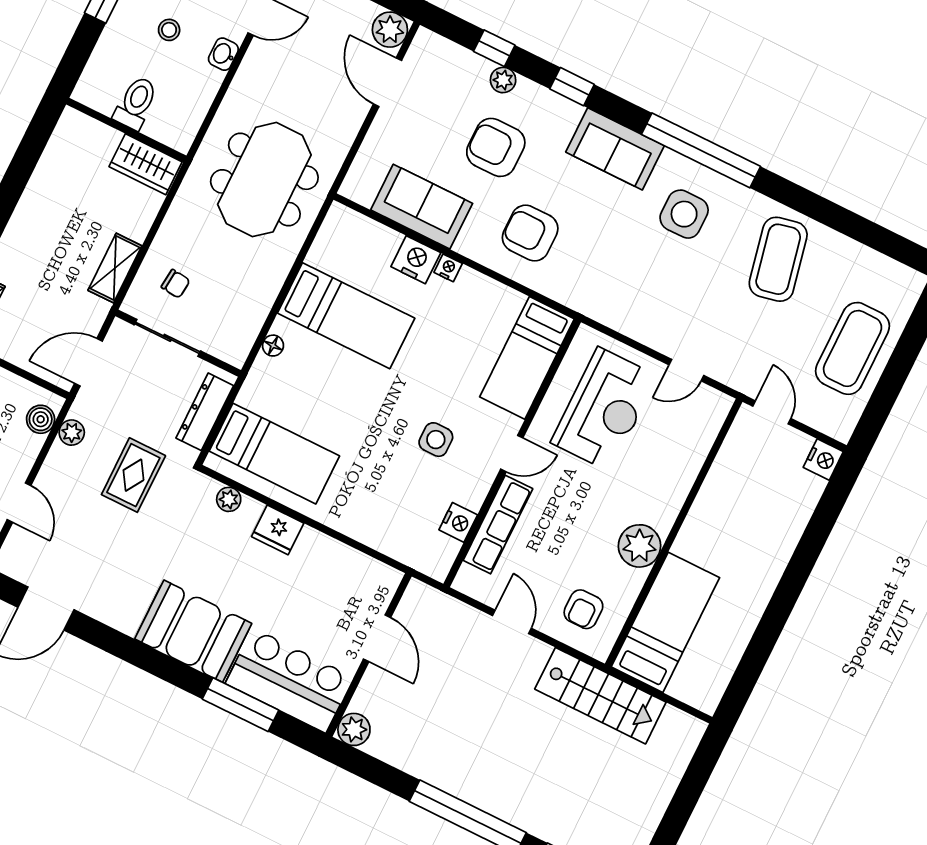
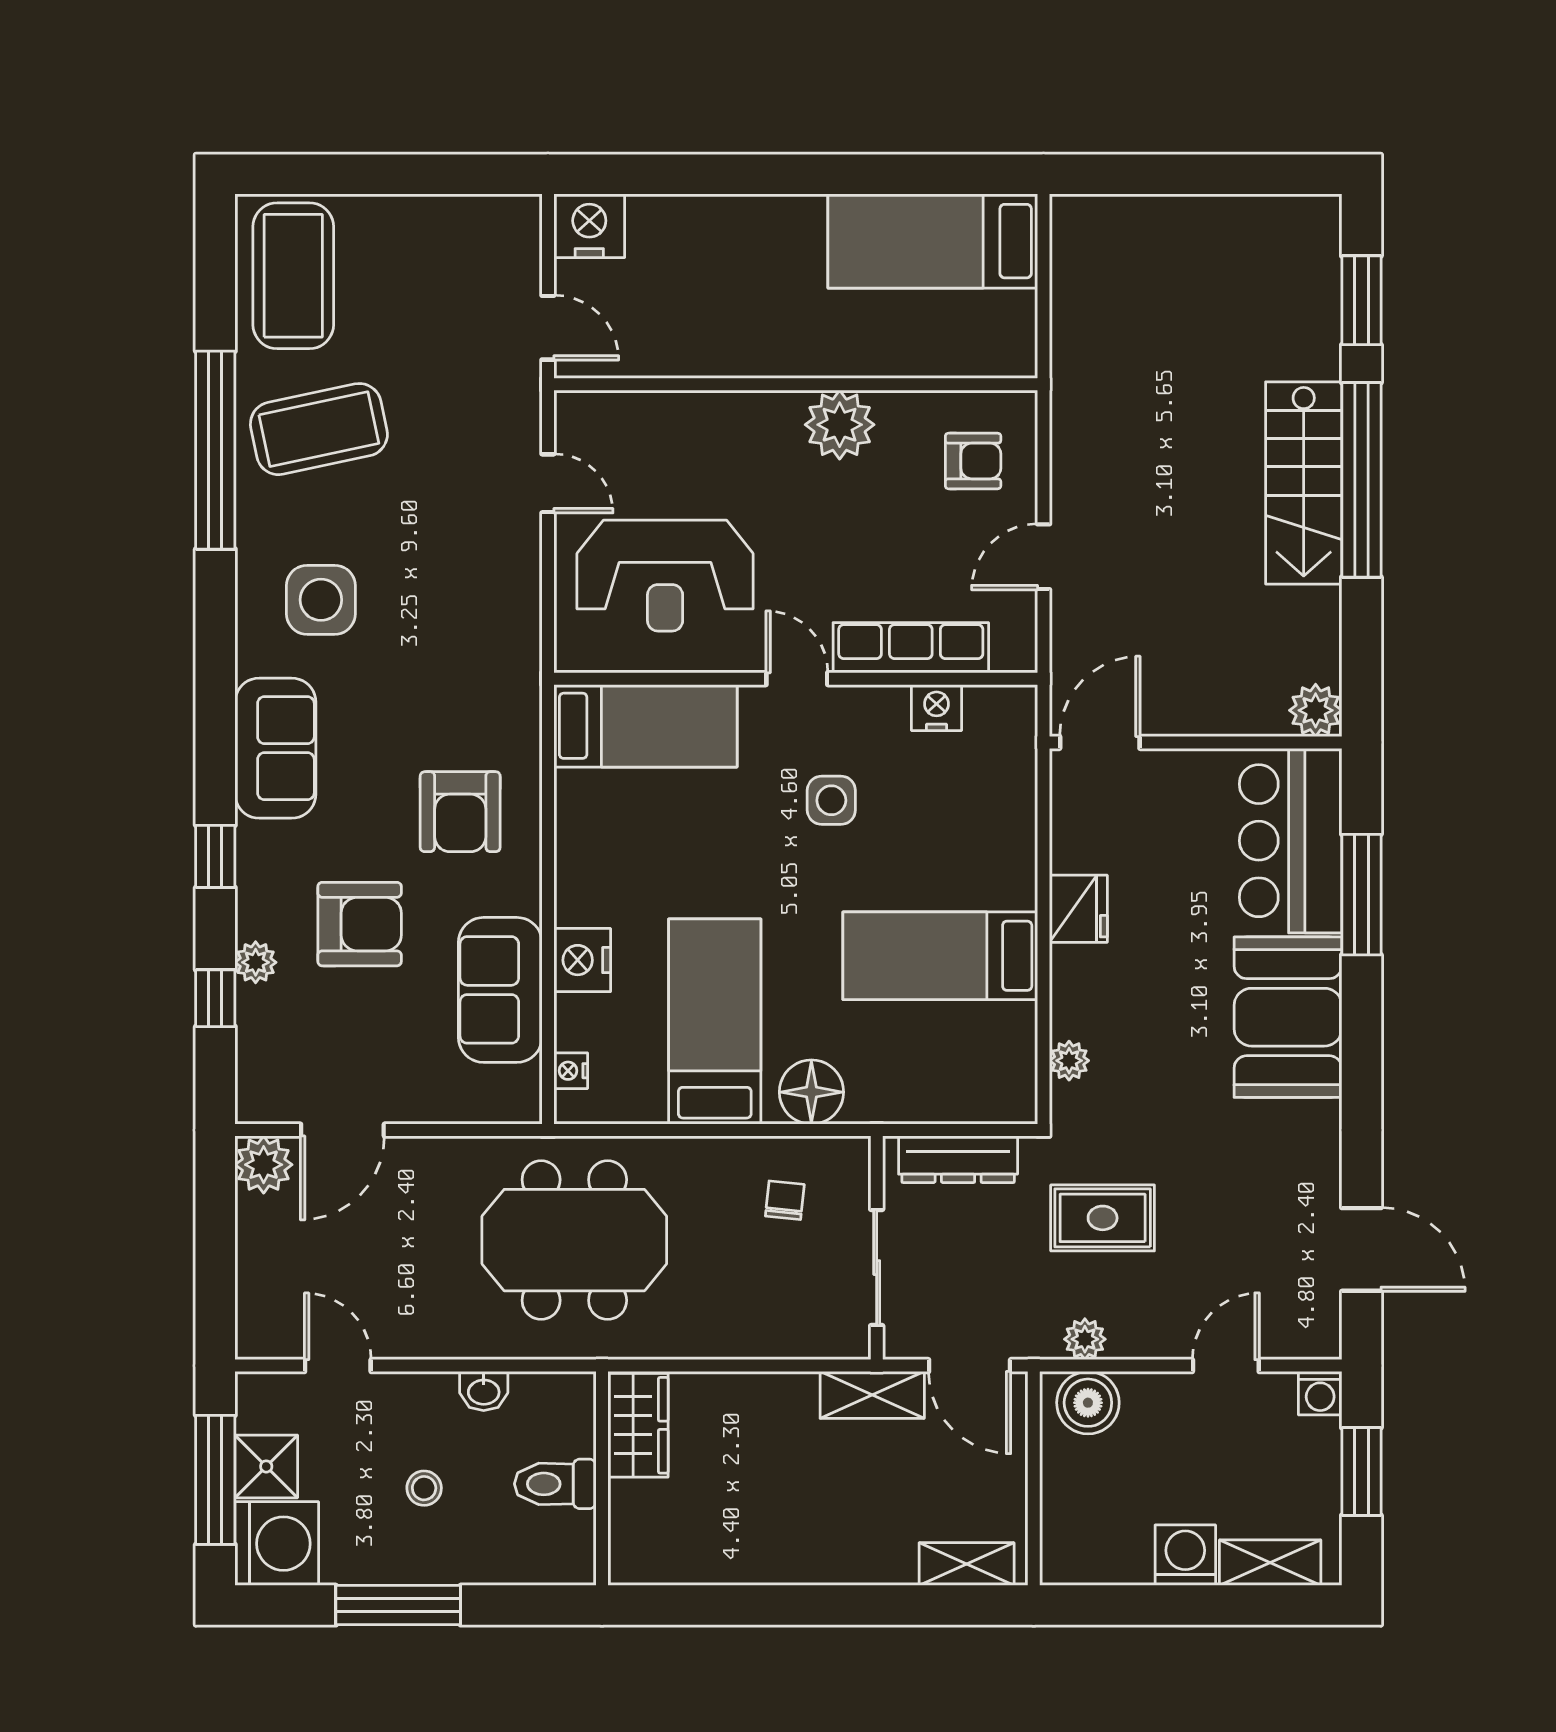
washbasin: (223, 54) -> (484, 1391), moved
armchair: (496, 147) -> (360, 924), turned -90
window: (701, 150) -> (215, 450), moved
shelving: (115, 268) -> (872, 1395), moved
nightstand: (448, 268) -> (571, 1071), moved
chair: (176, 284) -> (785, 1200), moved
floor lamp: (273, 346) -> (811, 1092), width x1.89, depth x1.89
coffee table: (853, 348) -> (293, 276), moved, turned 90
reception desk: (604, 409) -> (665, 576), turned 180
door: (772, 412) -> (548, 328), swing flipped
boiler: (41, 419) -> (1088, 1403), width x1.36, depth x1.36
bed: (274, 454) -> (940, 956), moved, turned -90
nightstand: (823, 460) -> (589, 226), width x1.36, depth x1.33
fridge: (278, 530) -> (1078, 909), moved
bed: (665, 622) -> (933, 241), moved
door: (377, 638) -> (1100, 742), moved
stairs: (600, 696) -> (1304, 483), moved, turned 180

